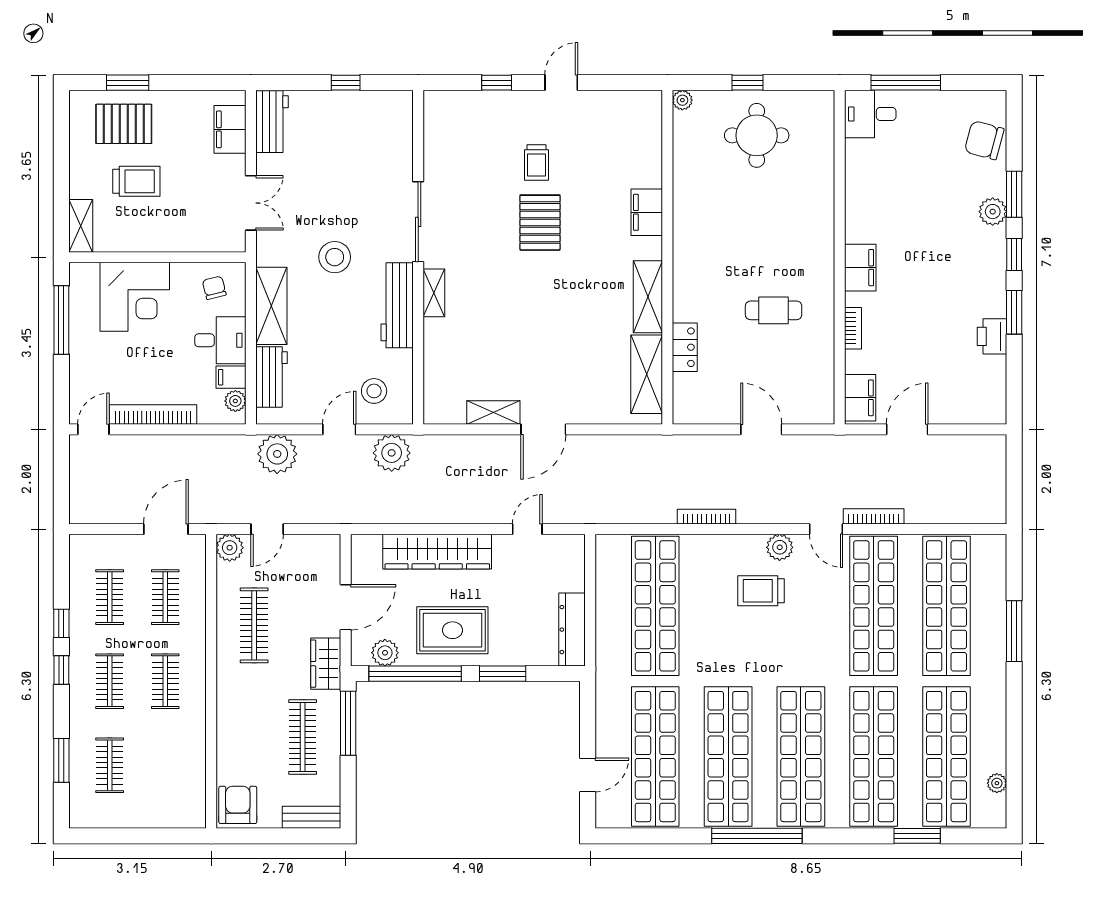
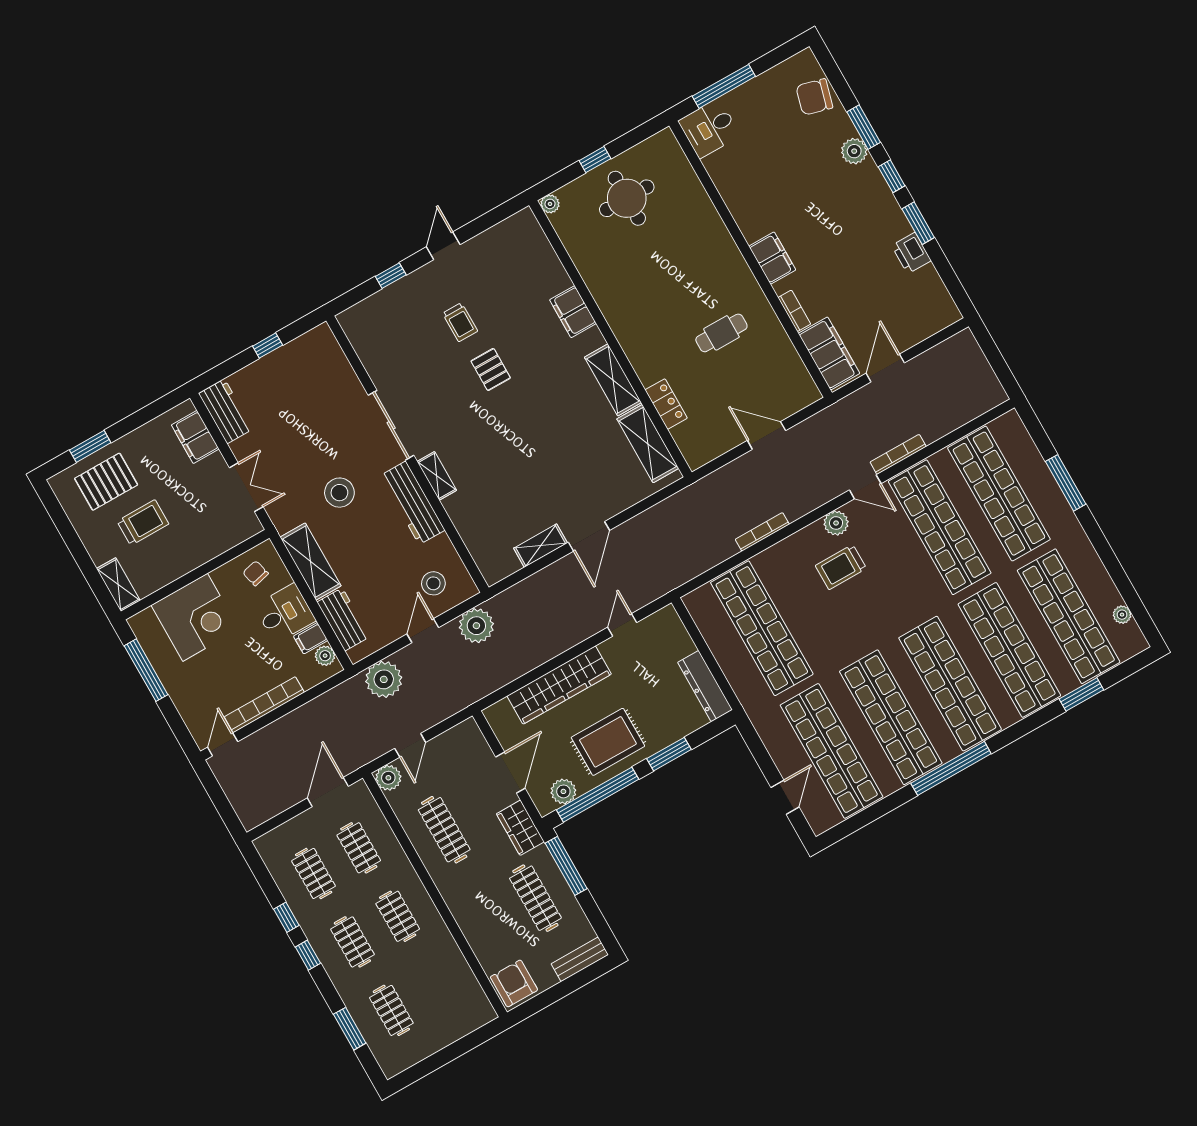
pallet: (540, 223) -> (491, 369), width x0.67, depth x0.71
filing cabinet: (860, 398) -> (829, 353), width x1.50, depth x1.17

